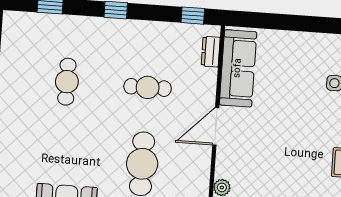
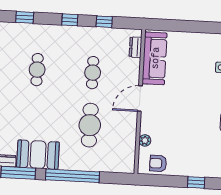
window: (193, 16) -> (104, 22), moved
cafe table: (148, 87) -> (93, 73), turned 90

